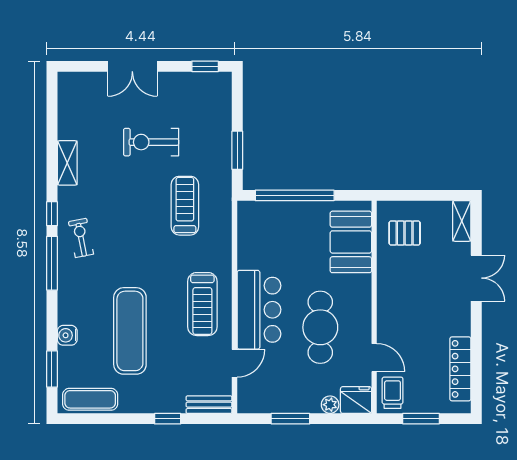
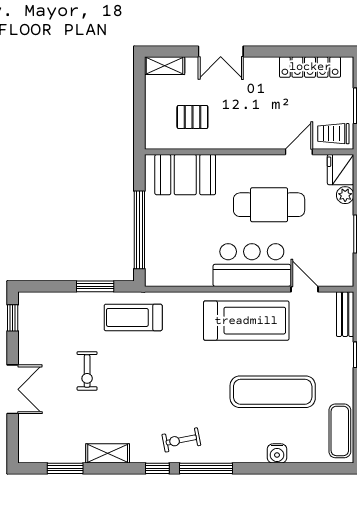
exercise bike: (151, 142) -> (87, 371), width x0.73, depth x0.72
treadmill: (185, 206) -> (133, 317), moved
pallet: (405, 233) -> (192, 117), moved, turned 90
double door: (476, 278) -> (221, 51), swing flipped
treadmill: (202, 304) -> (246, 321), width x1.37, depth x1.38
window: (52, 369) -> (65, 468), moved

